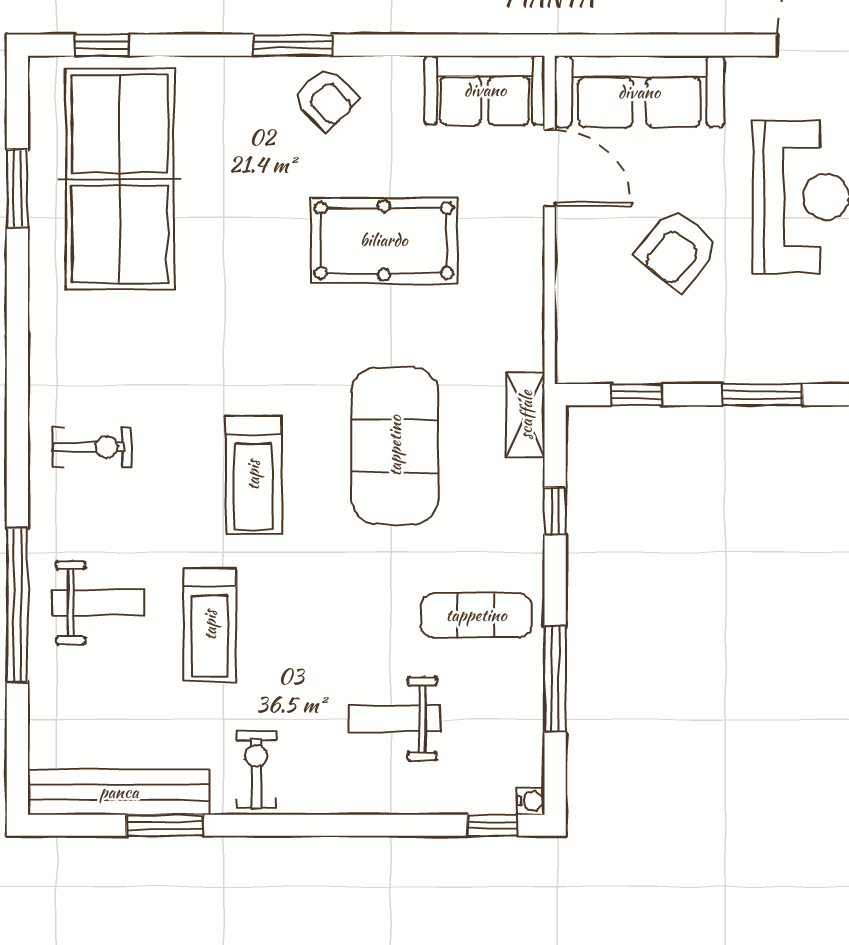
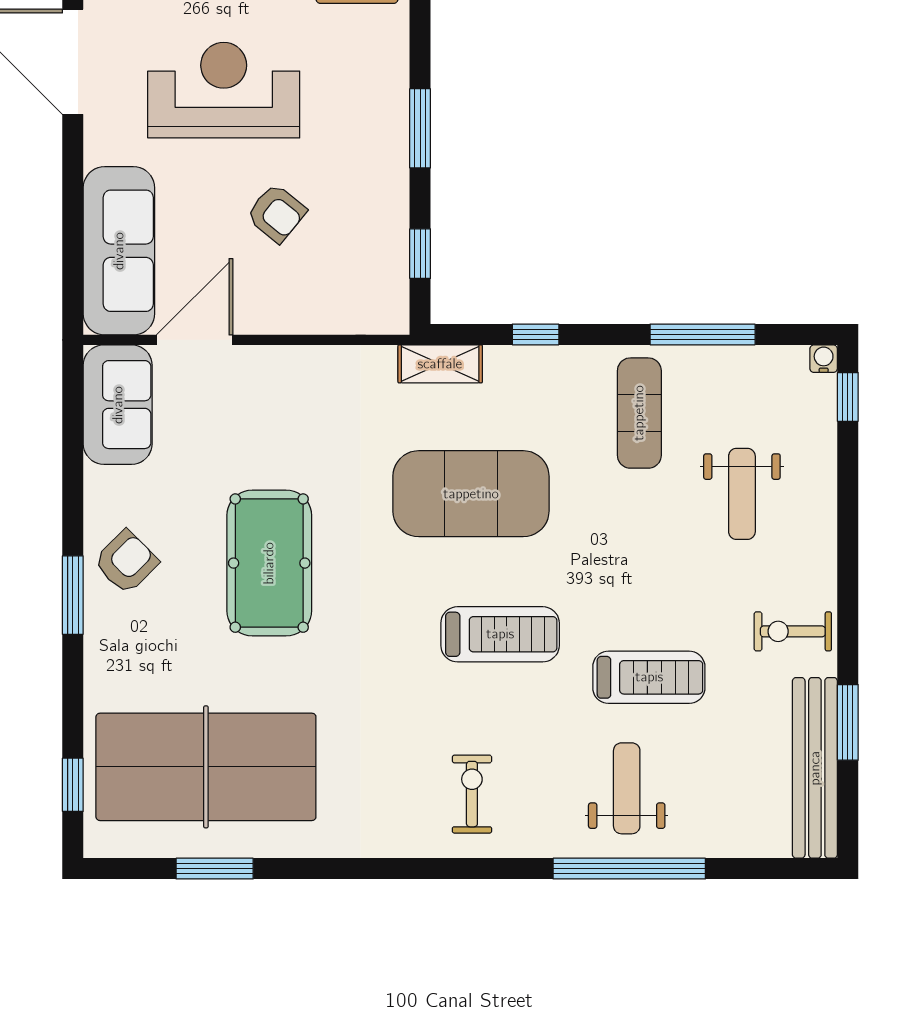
pool table: (384, 240) -> (269, 563), moved
armchair: (677, 250) -> (276, 213), width x0.72, depth x0.72

